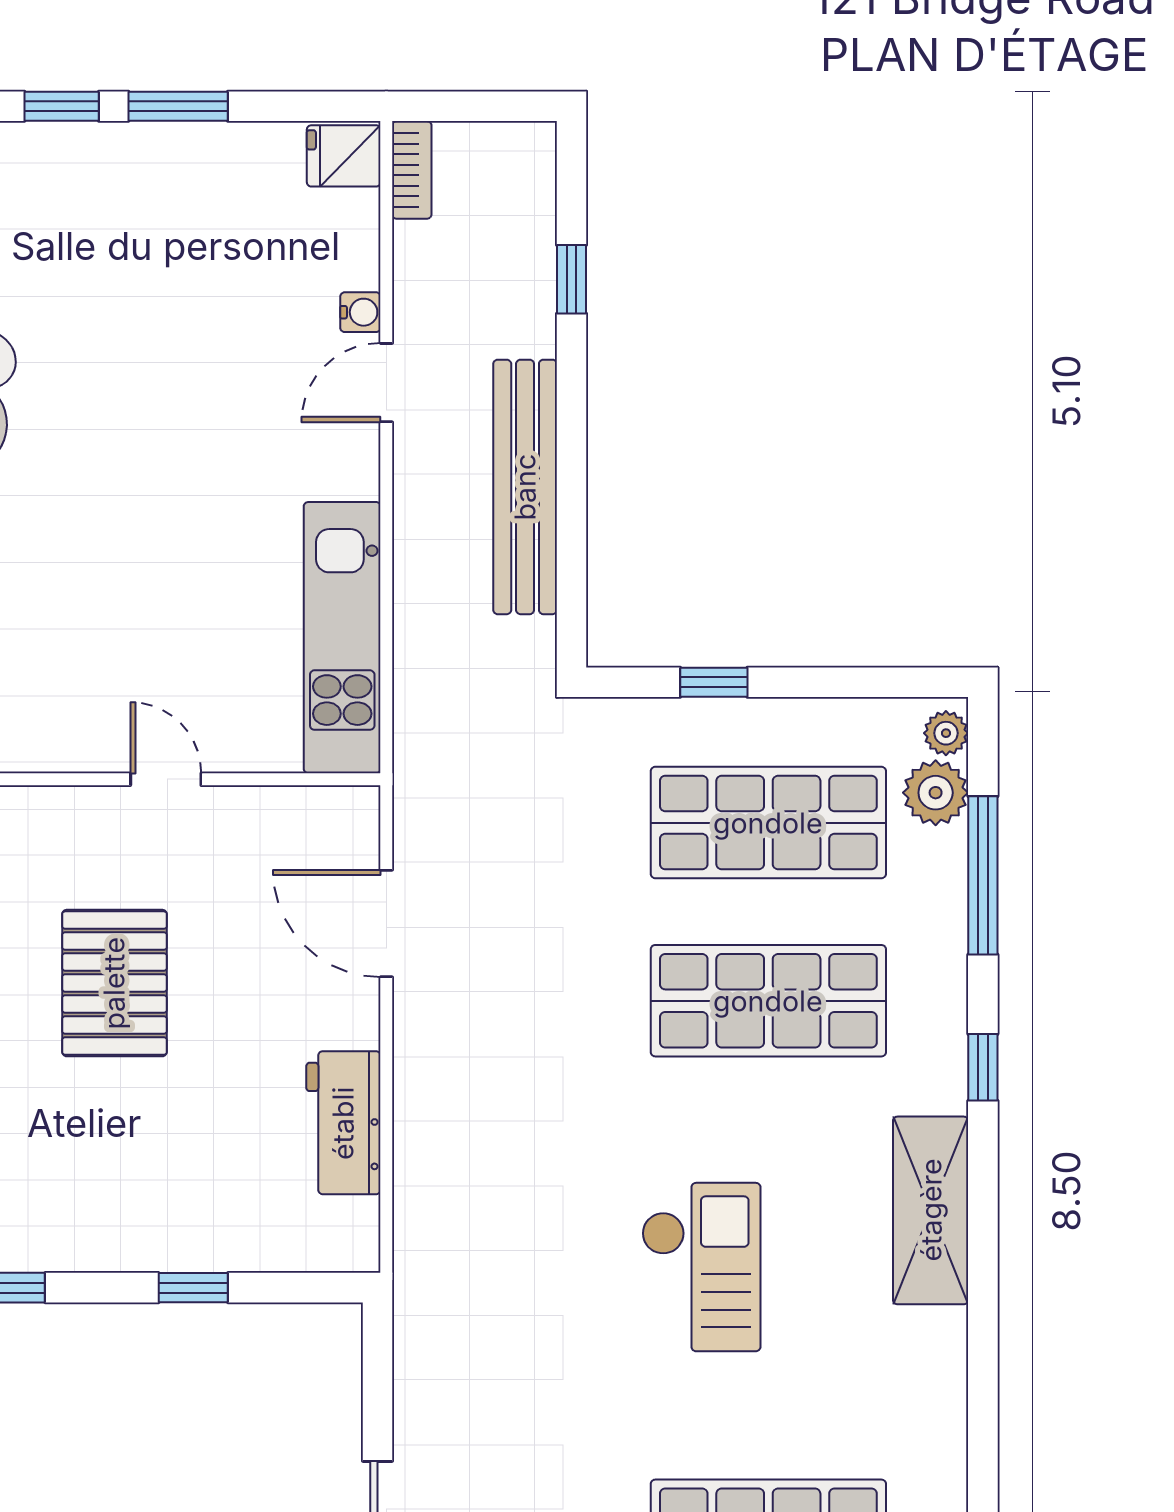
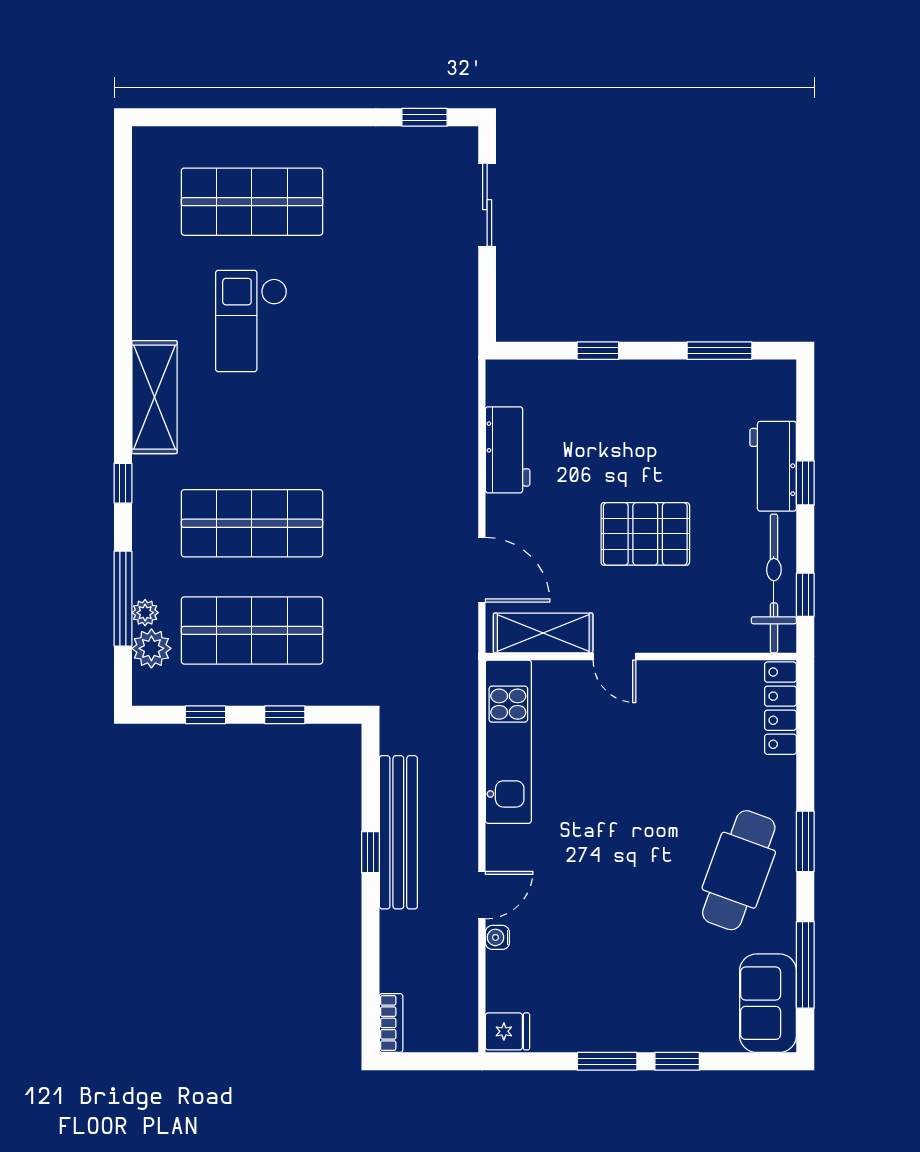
bookcase: (412, 170) -> (391, 1023), moved, turned 180
window: (571, 279) -> (370, 852), moved
window: (846, 682) -> (205, 715), added
plant: (946, 733) -> (145, 613), moved
shelving: (284, 818) -> (543, 633), added
pallet: (114, 983) -> (645, 534), turned 90
checkout: (701, 1267) -> (251, 321), moved

